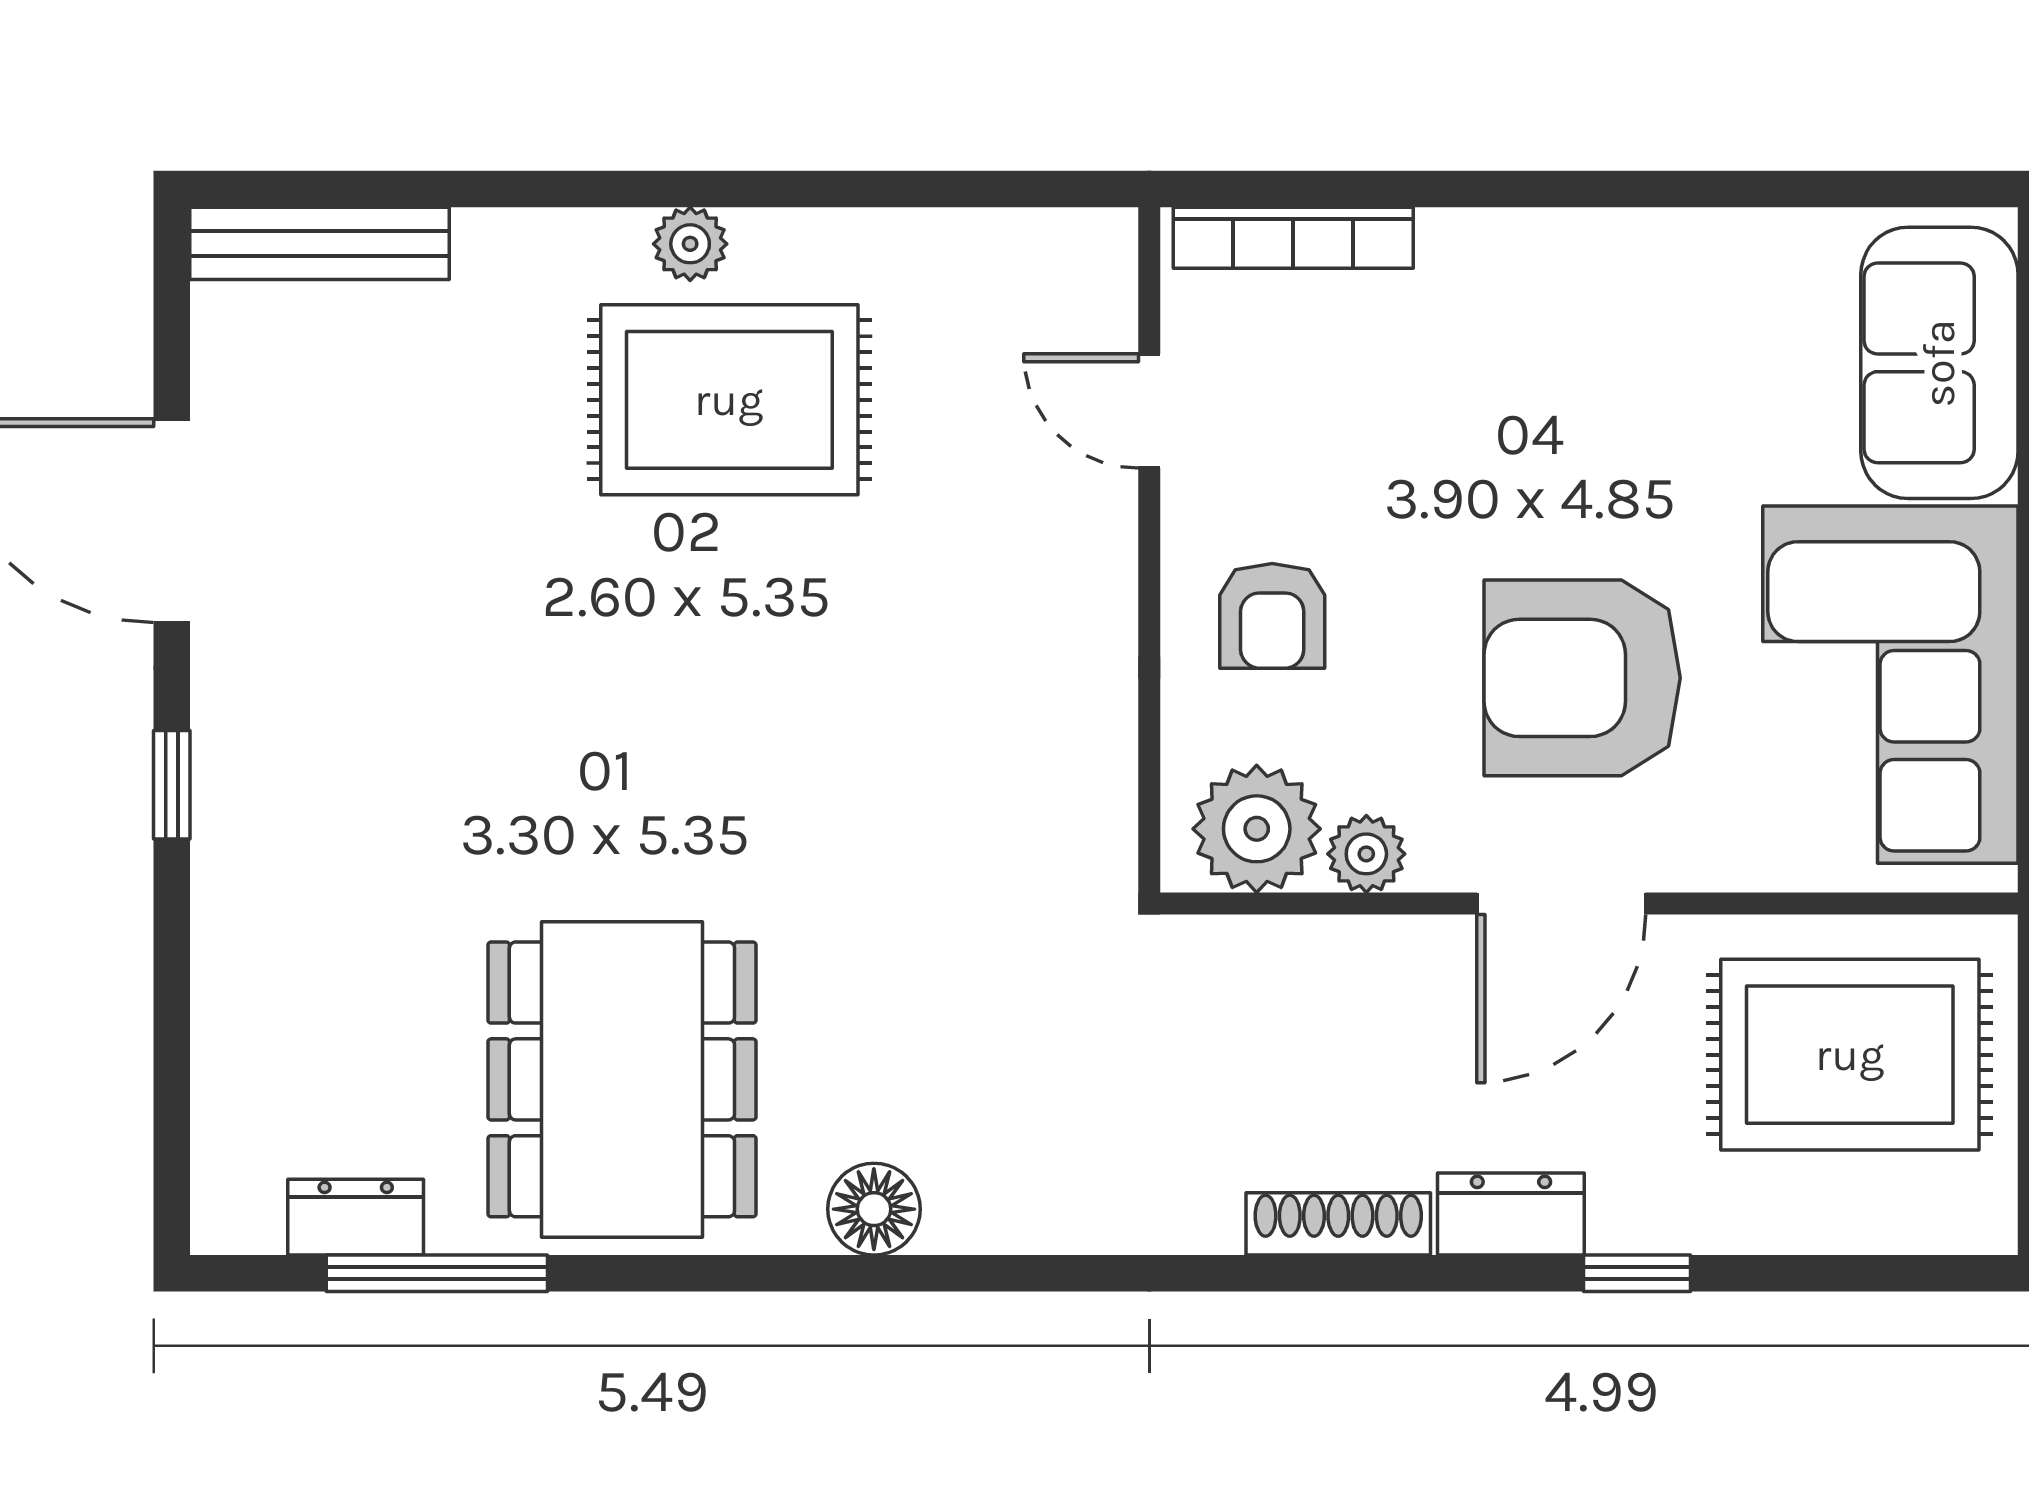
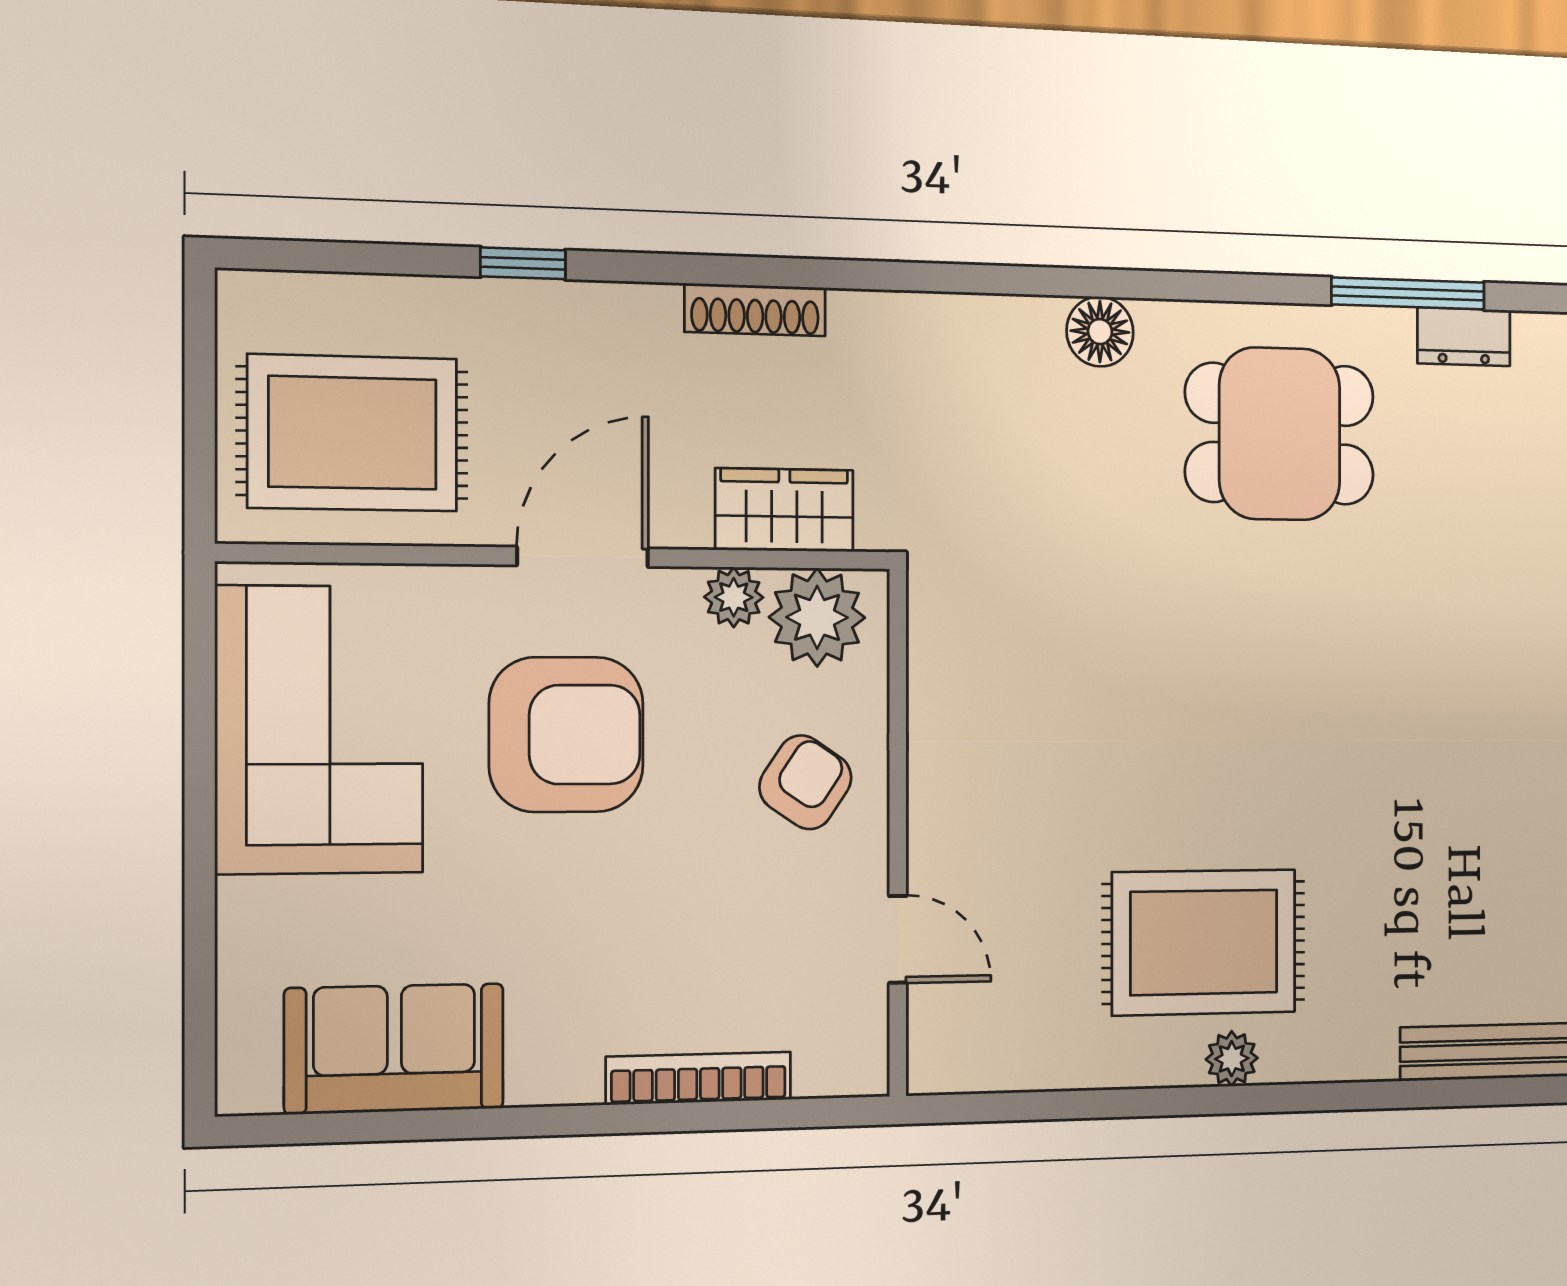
bookcase: (1293, 238) -> (699, 1078), moved
sofa: (1939, 363) -> (394, 1049), moved, turned -90
armchair: (1272, 616) -> (805, 782), turned 34
wardrobe: (1300, 967) -> (784, 510), added
dining table: (622, 1079) -> (1280, 434), width x0.73
dresser: (1511, 1214) -> (622, 313), removed

